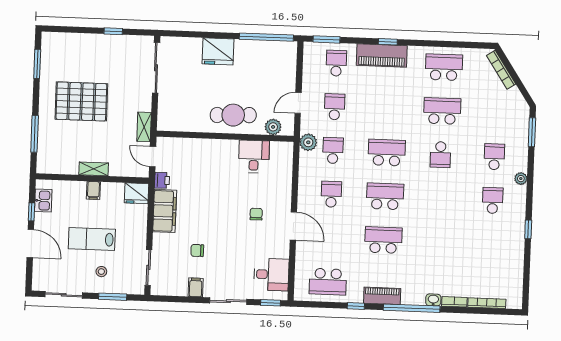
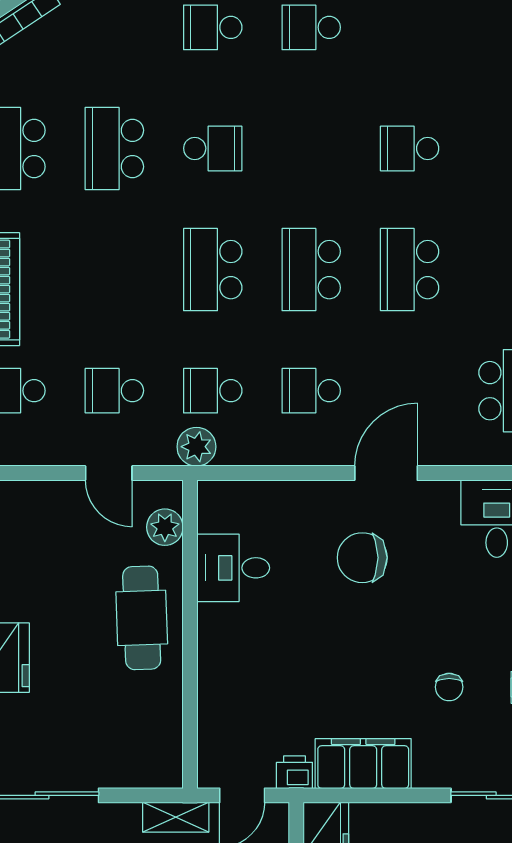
chair: (256, 214) -> (362, 558), width x1.87, depth x1.87
school desk: (437, 242) -> (410, 148), added

